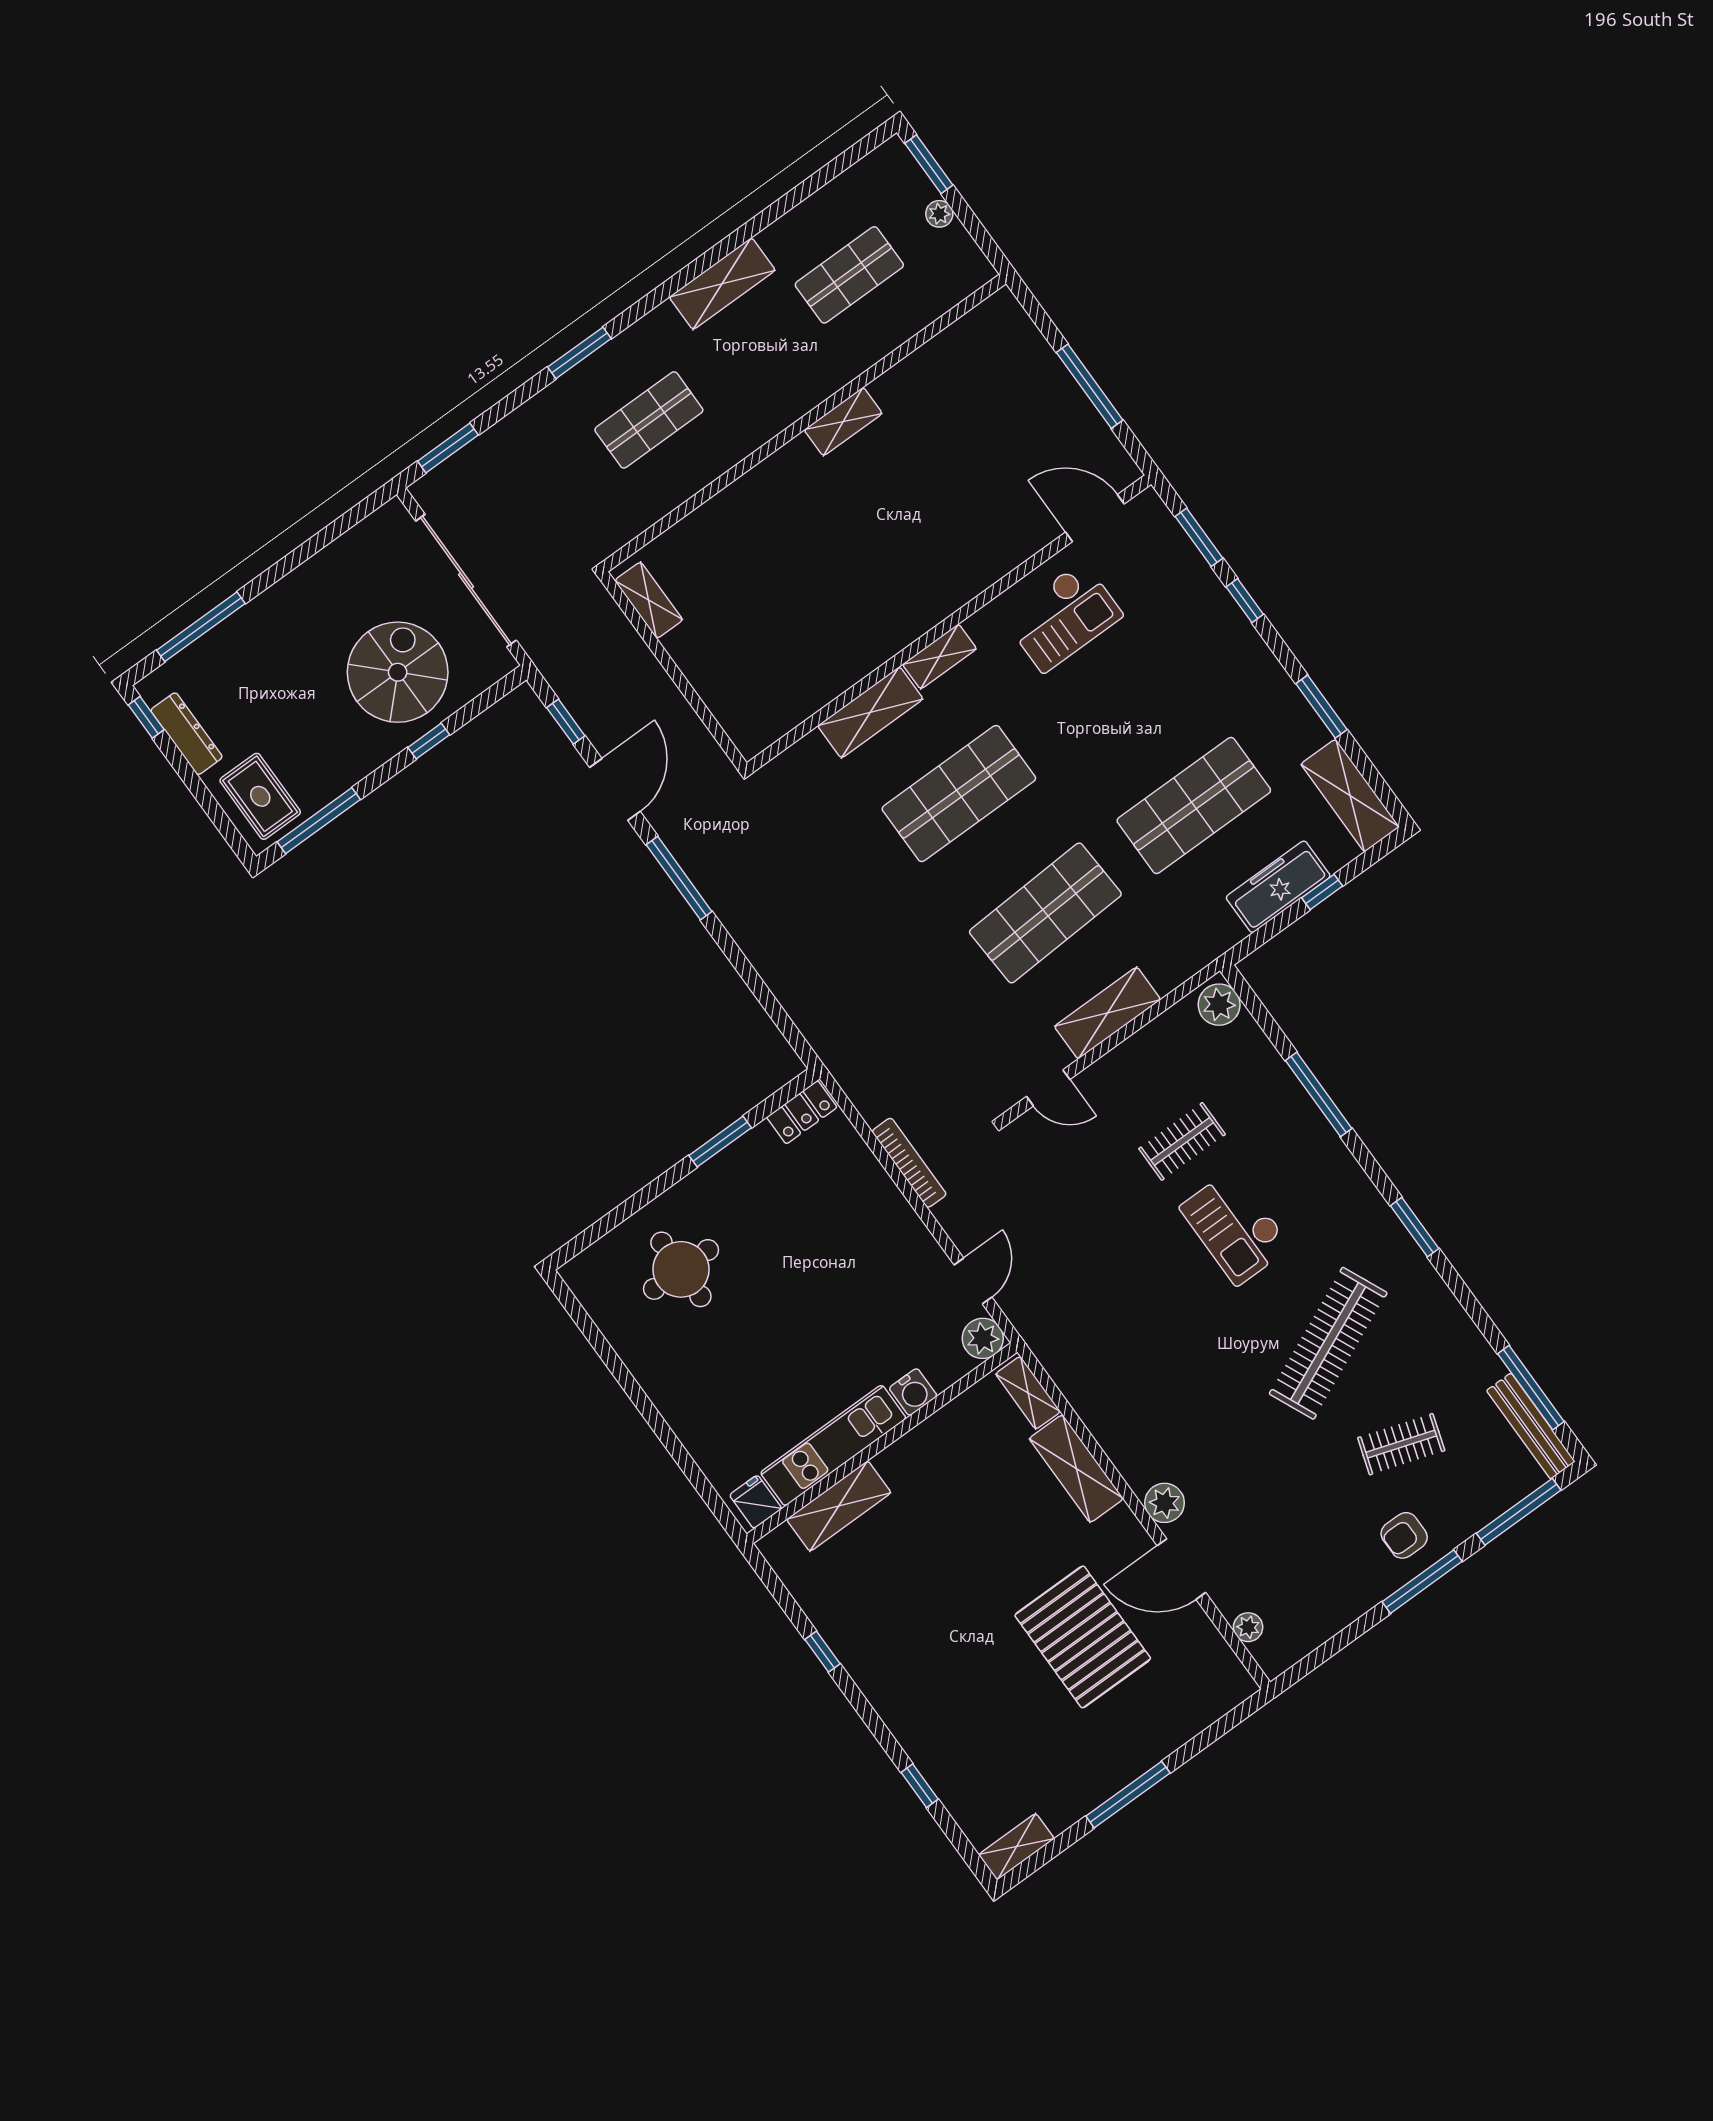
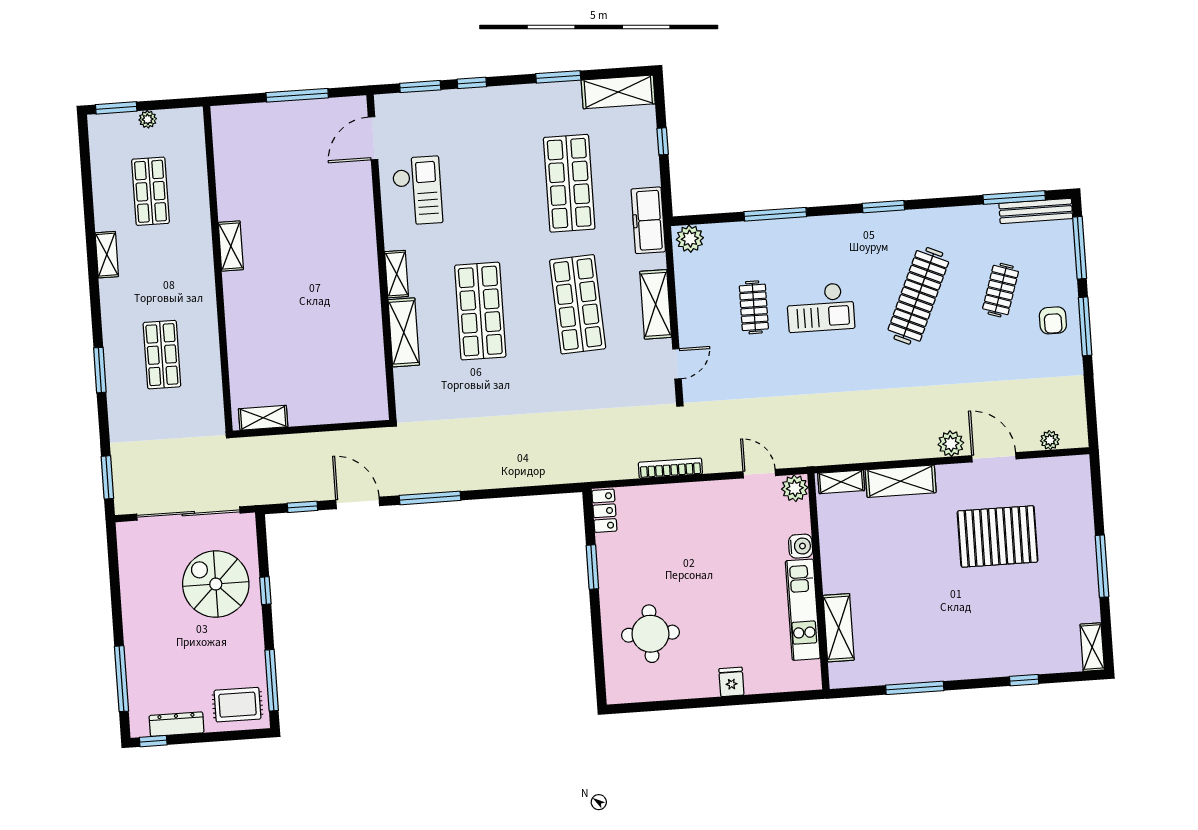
shelving: (722, 284) -> (107, 255), width x0.67, depth x0.75
freezer: (1278, 887) -> (648, 220), moved
clothes rail: (1328, 1343) -> (918, 296), turned 48
fridge: (756, 1502) -> (731, 682), moved, turned 90
door: (1181, 1569) -> (994, 457), swing flipped
window: (823, 1652) -> (915, 688), width x2.17

